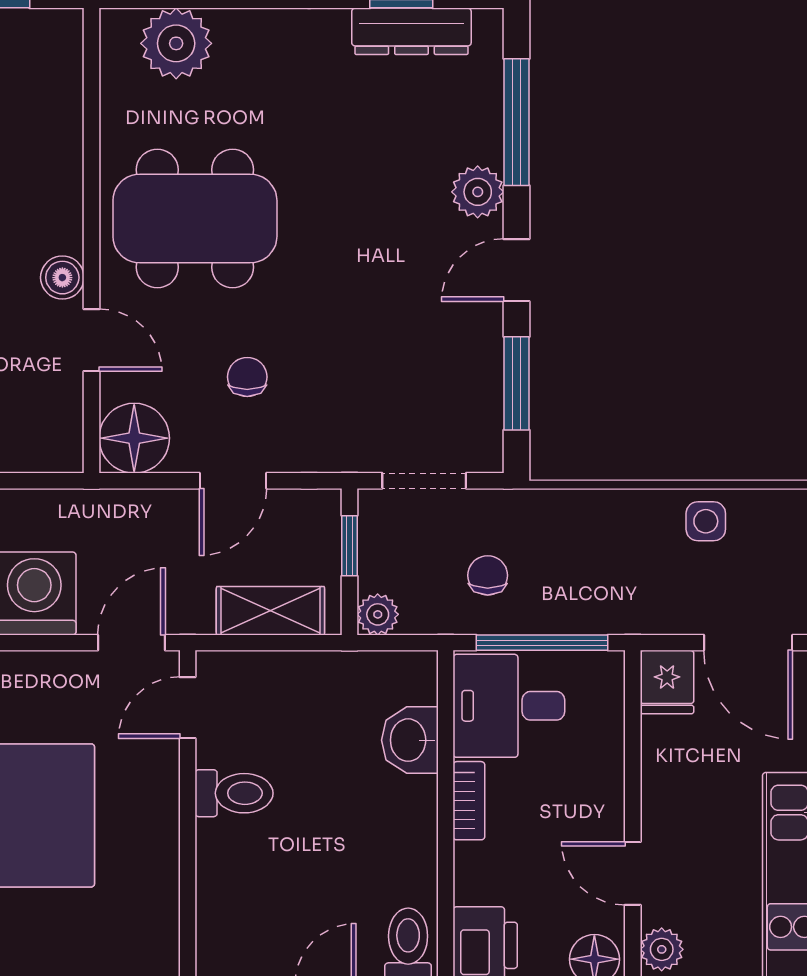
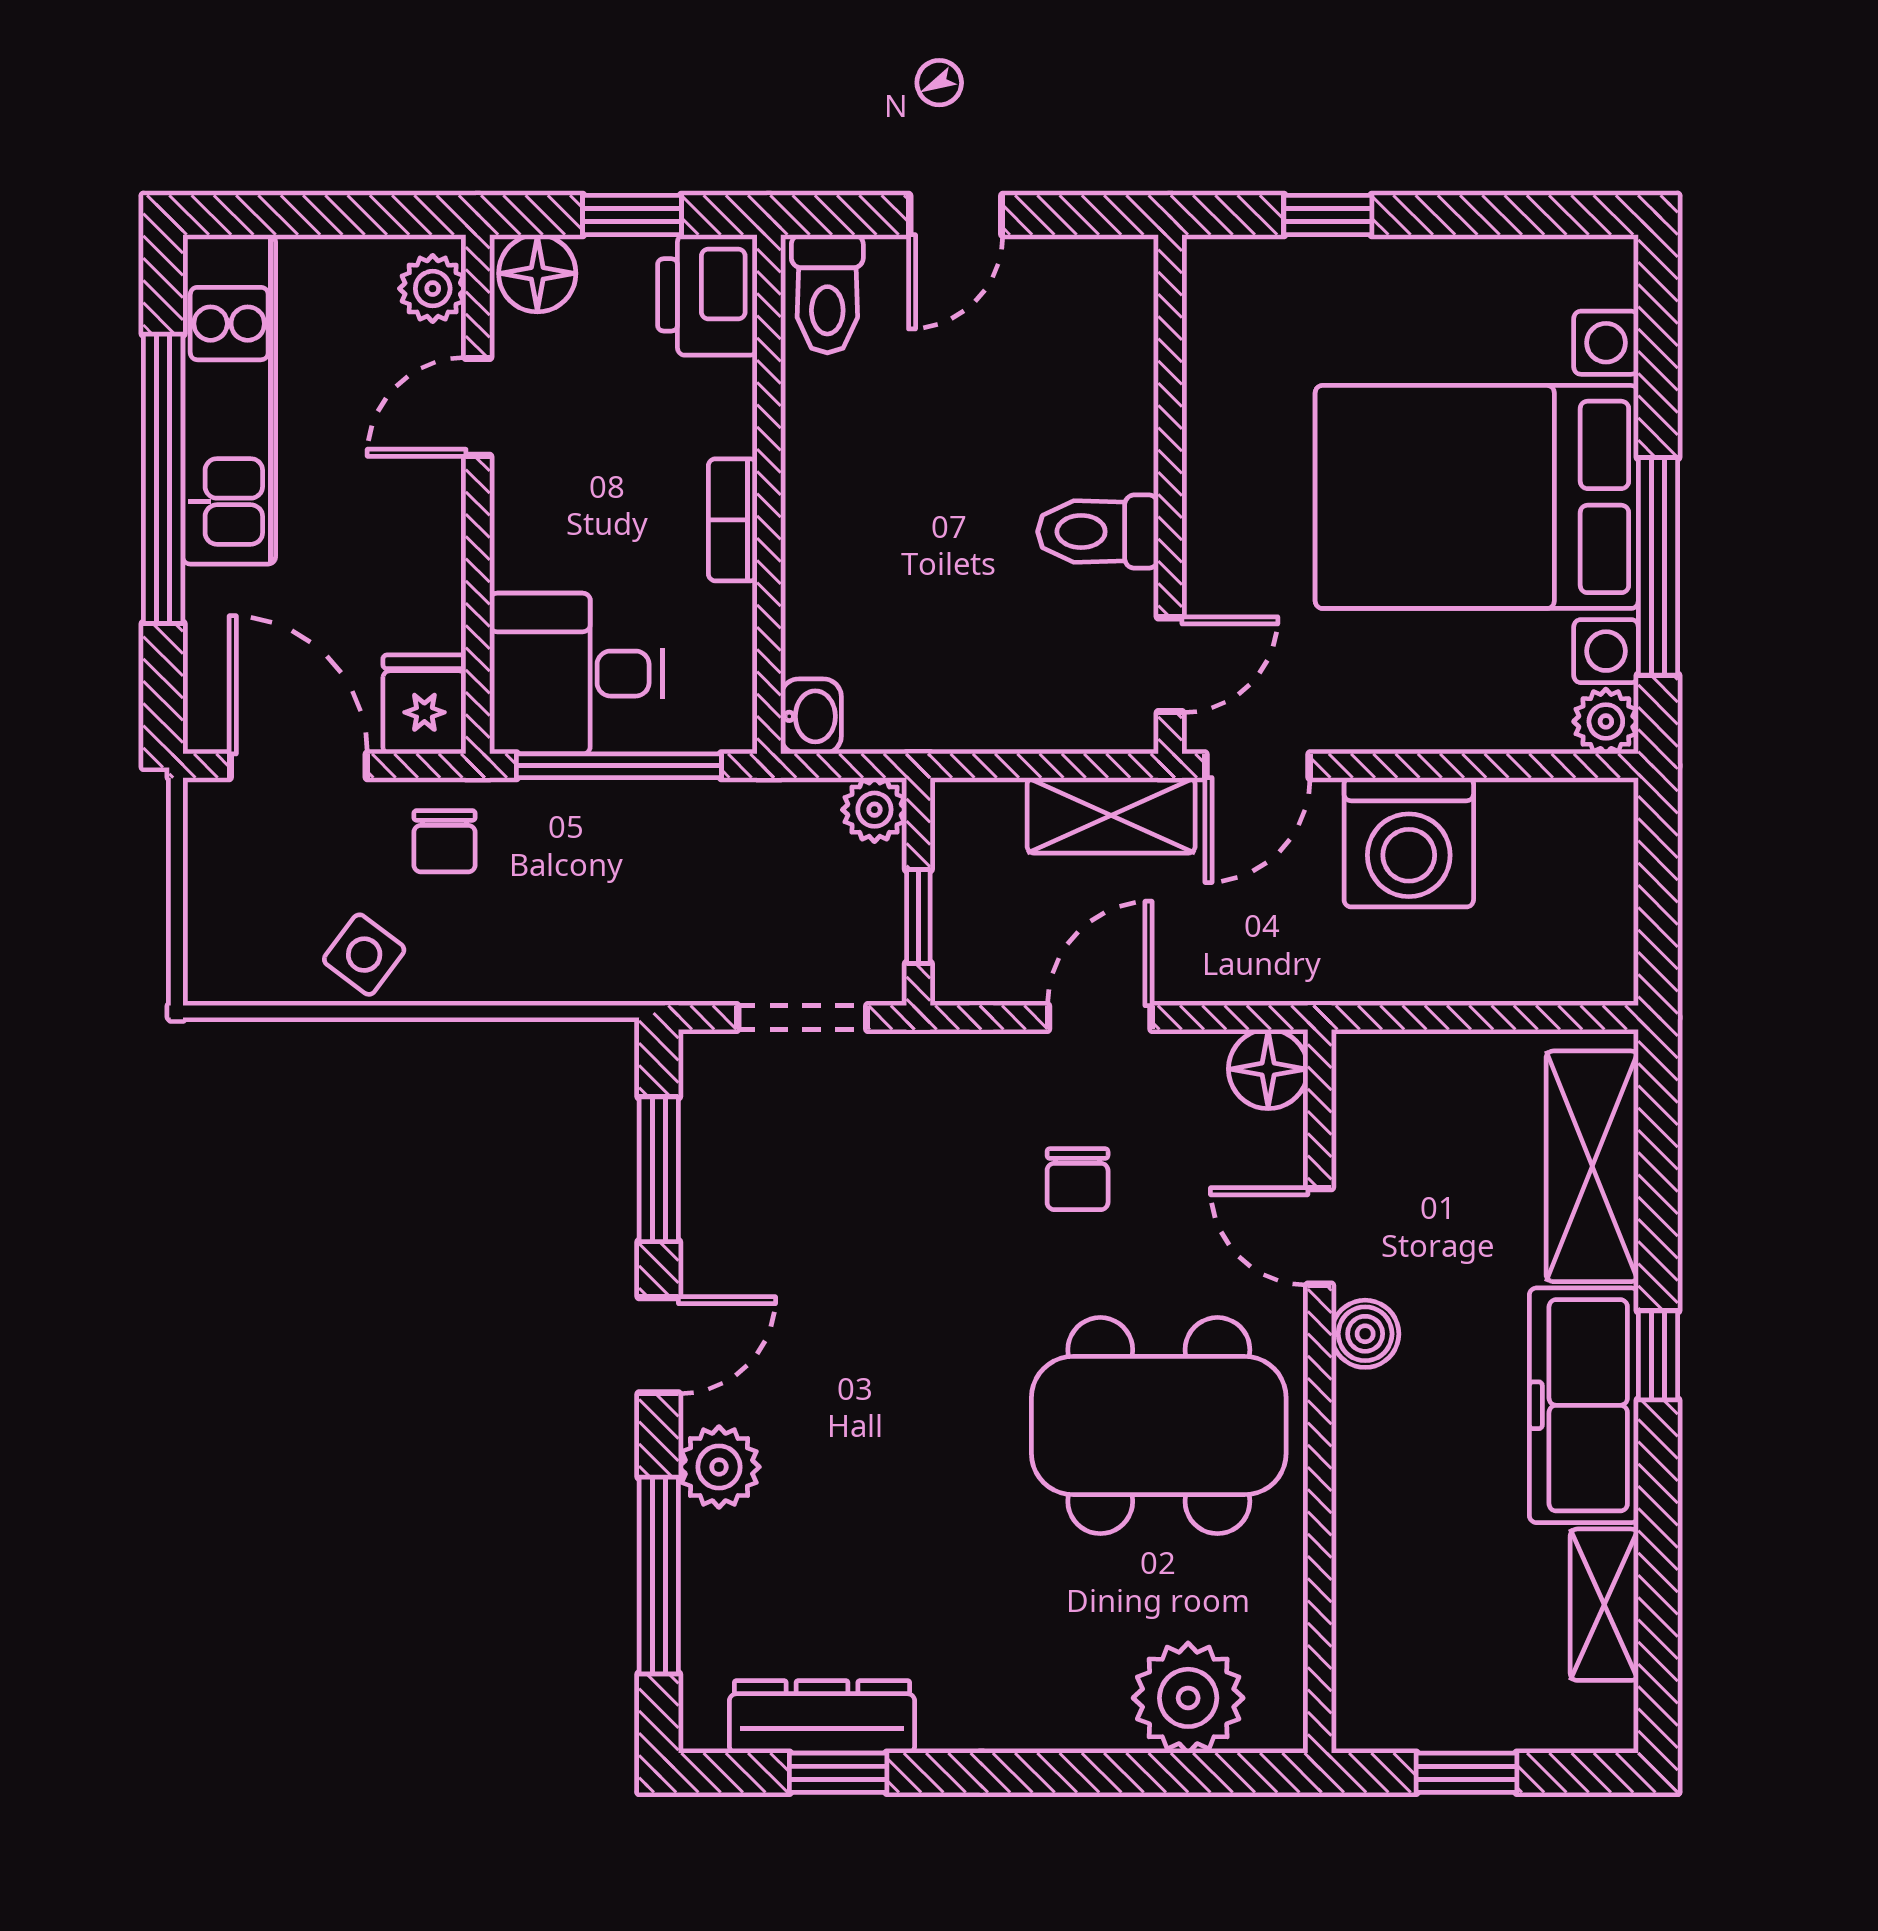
floor lamp: (134, 438) -> (1268, 1069), width x0.73, depth x0.73
side table: (706, 521) -> (364, 955), turned 37
chair: (488, 575) -> (444, 841), moved
shelving: (270, 611) -> (1111, 815), moved
desk: (509, 706) -> (576, 674), moved, turned 180
washbasin: (410, 740) -> (811, 716), moved, width x0.72, depth x0.69
door: (633, 873) -> (478, 407), swing flipped

